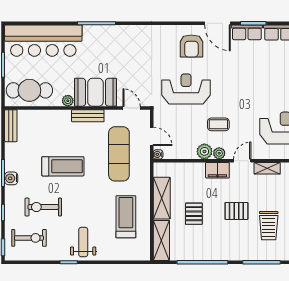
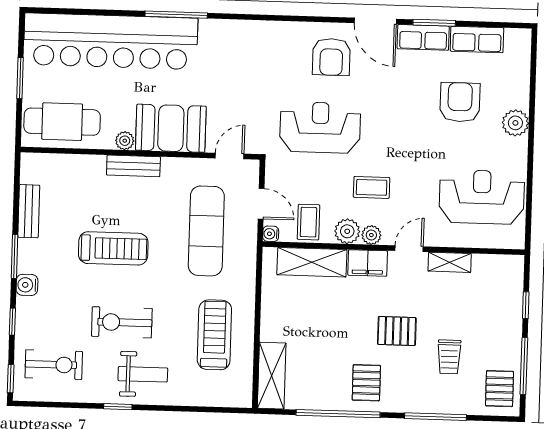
bar counter: (43, 41) -> (111, 41), width x1.36
armchair: (270, 71) -> (460, 102), added
door: (132, 108) -> (230, 156), hinge flipped
bench: (88, 116) -> (133, 166), moved
bench: (11, 126) -> (29, 211), moved
coffee table: (181, 147) -> (308, 222), added
water cooler: (11, 178) -> (27, 285), moved
shelving: (162, 198) -> (312, 262), moved, turned 90
exercise bike: (43, 207) -> (122, 322), moved
pallet: (194, 214) -> (366, 383), moved
trolley: (269, 226) -> (449, 357), width x0.73, depth x0.72
weight bench: (83, 242) -> (143, 374), turned 90

